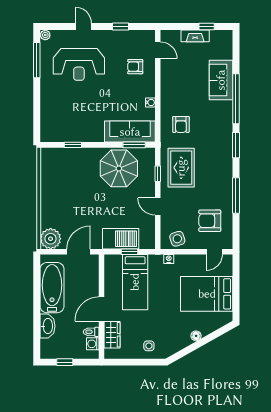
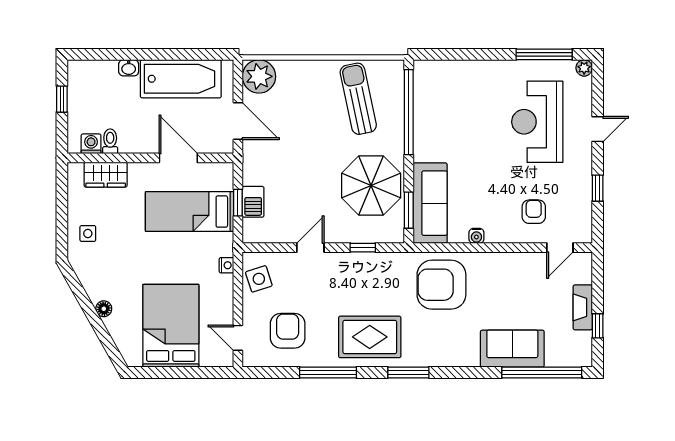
window: (236, 99) -> (542, 372), moved
armchair: (181, 124) -> (441, 285), width x1.88, depth x1.88
window: (73, 145) -> (409, 112), width x3.17
rug: (181, 168) -> (370, 337), moved
sun lounger: (65, 177) -> (358, 99), added
barbecue: (121, 239) -> (253, 202), width x0.53, depth x0.65
door: (102, 309) -> (178, 158), moved
washbasin: (47, 326) -> (129, 68), width x0.52, depth x0.69

